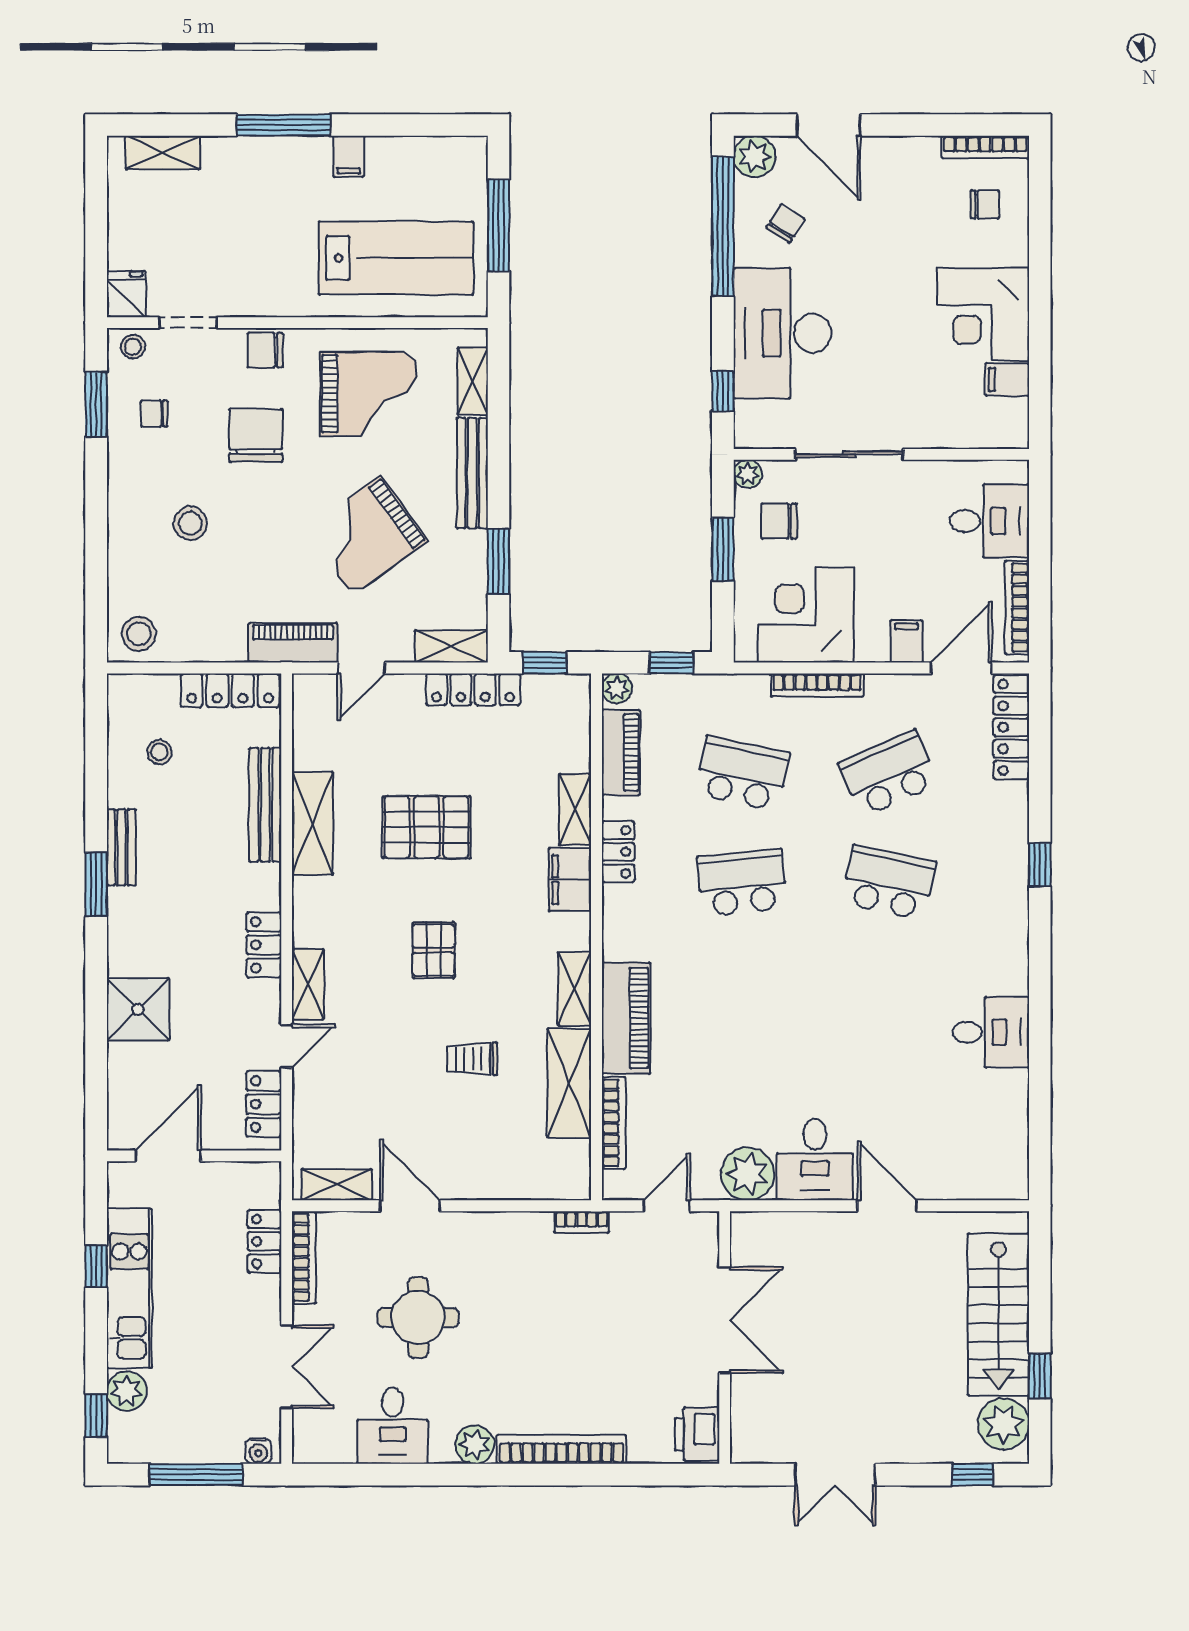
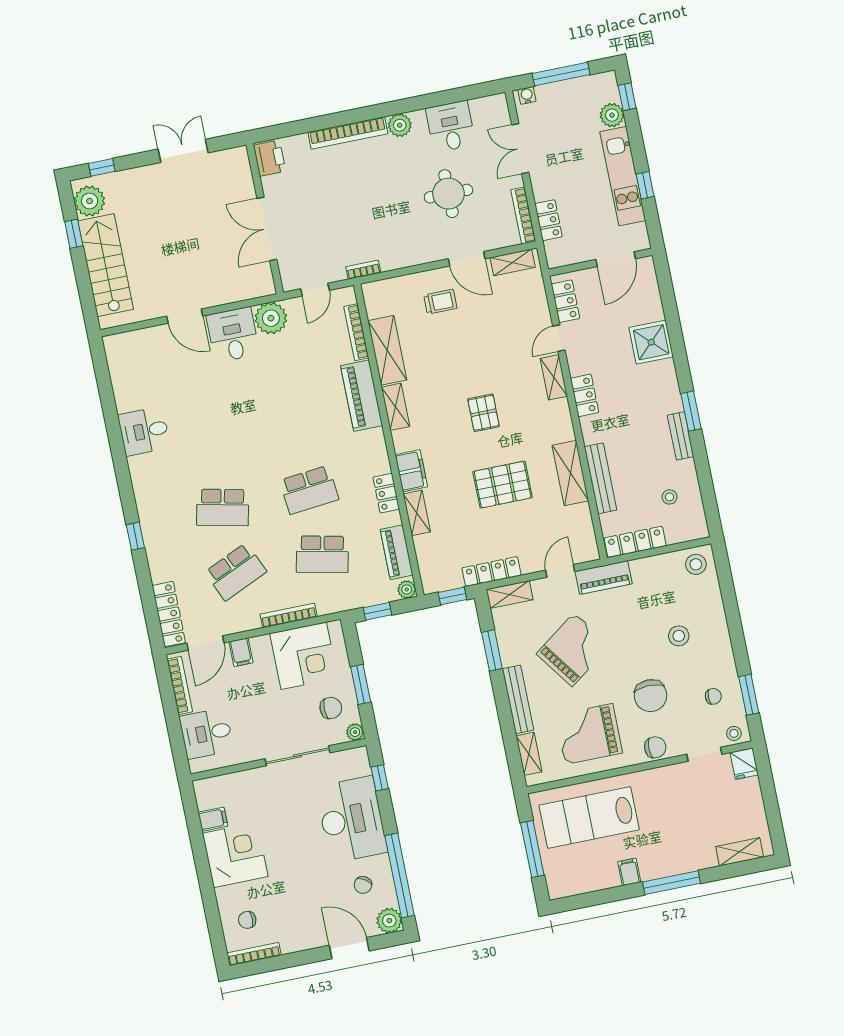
trolley: (472, 1059) -> (440, 302), moved

